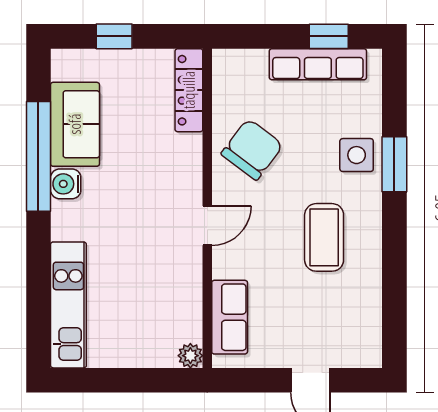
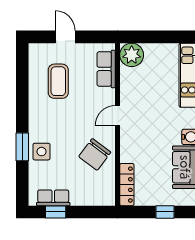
row of seats: (318, 64) -> (53, 198), width x0.68
coffee table: (324, 237) -> (58, 81), moved
plant: (190, 356) -> (132, 55), width x1.87, depth x1.87

